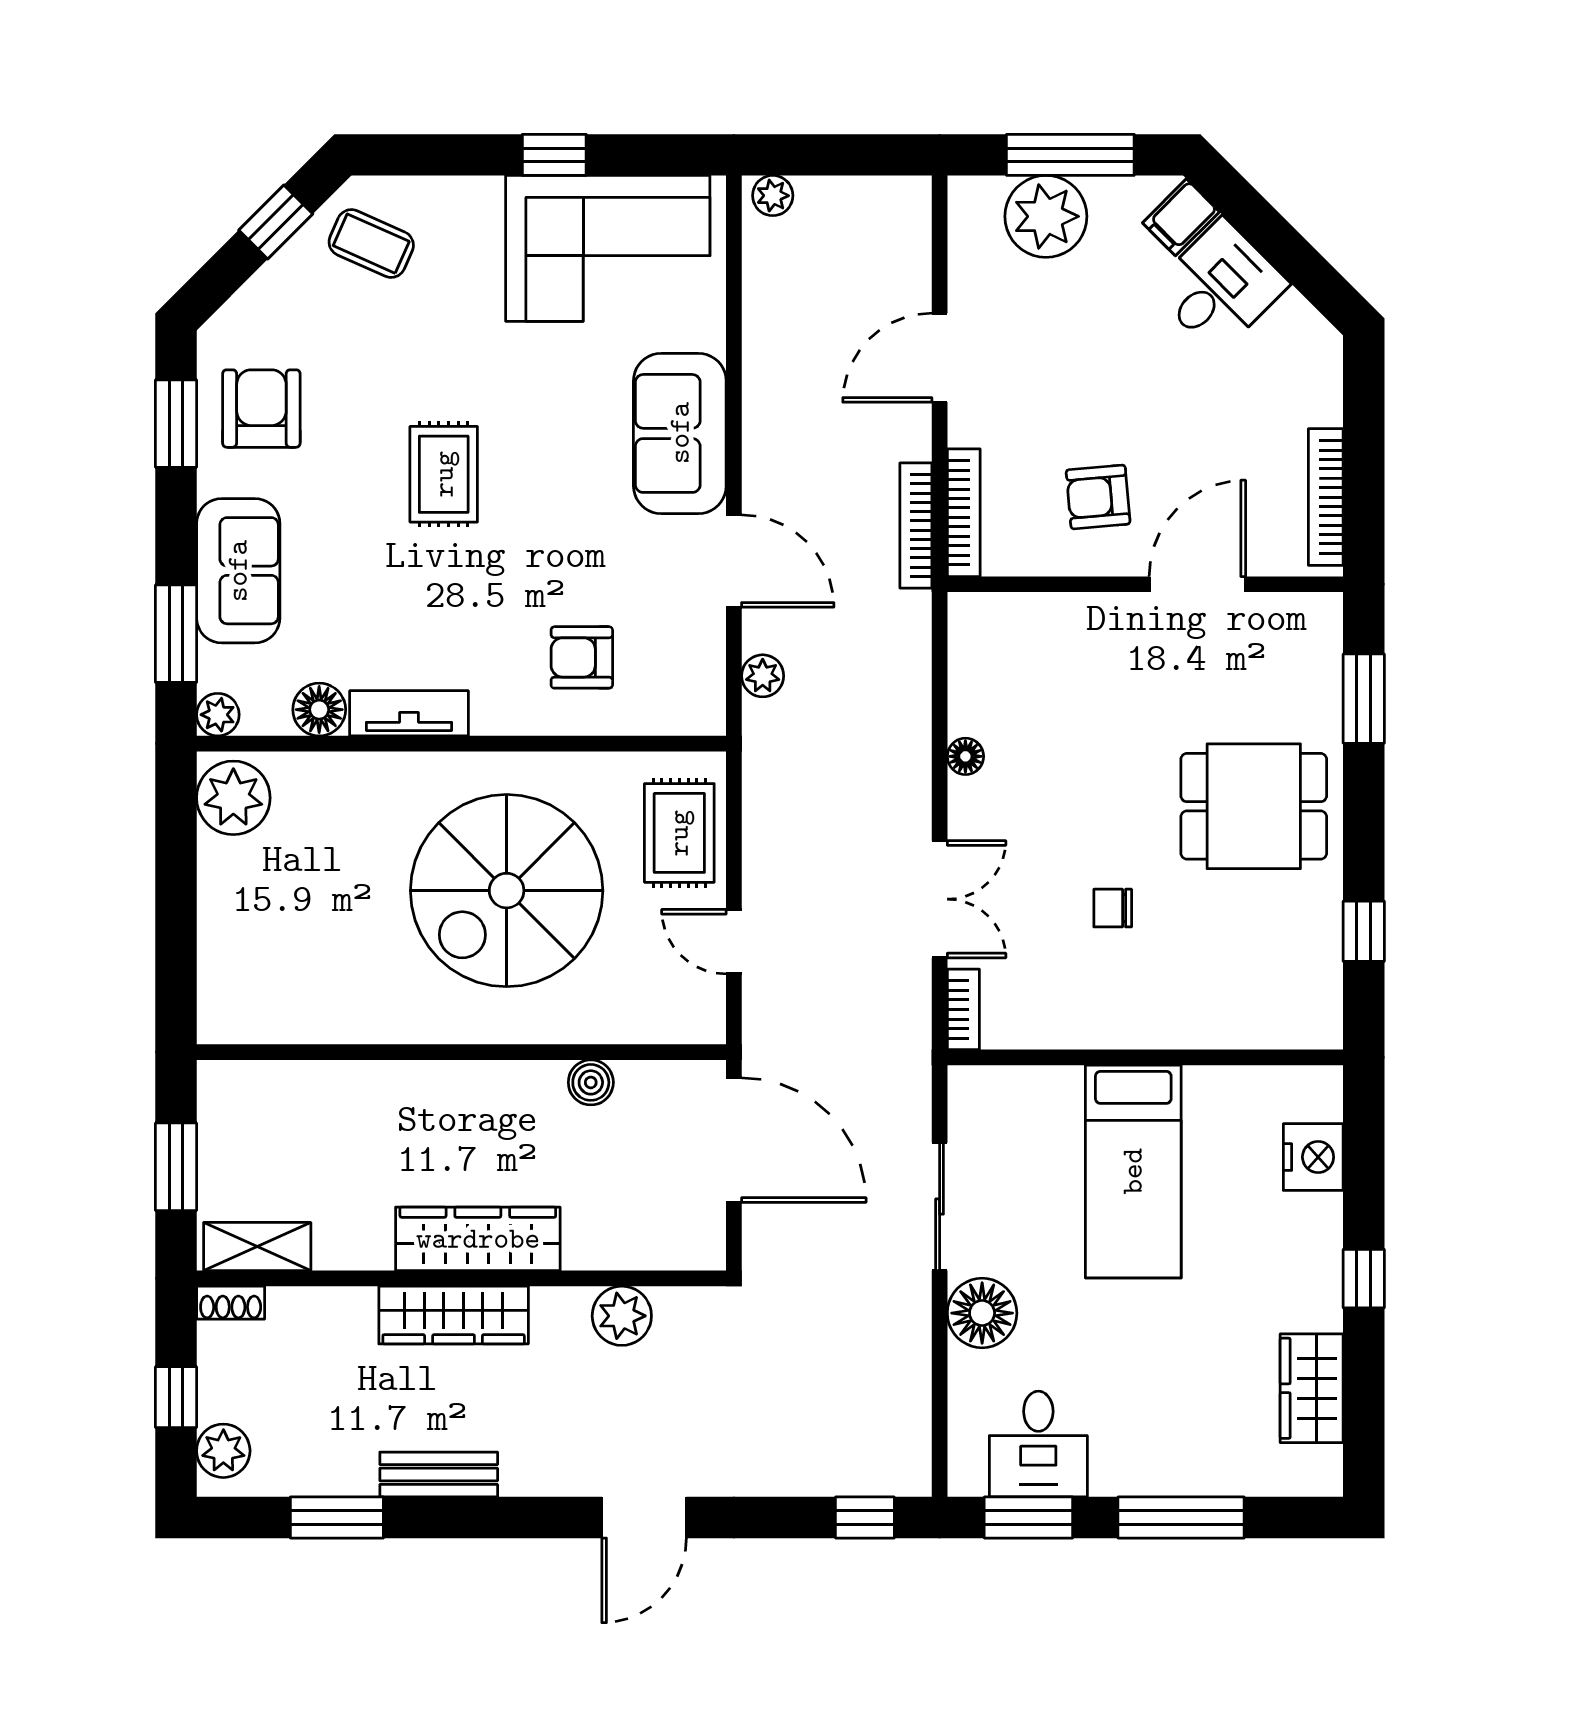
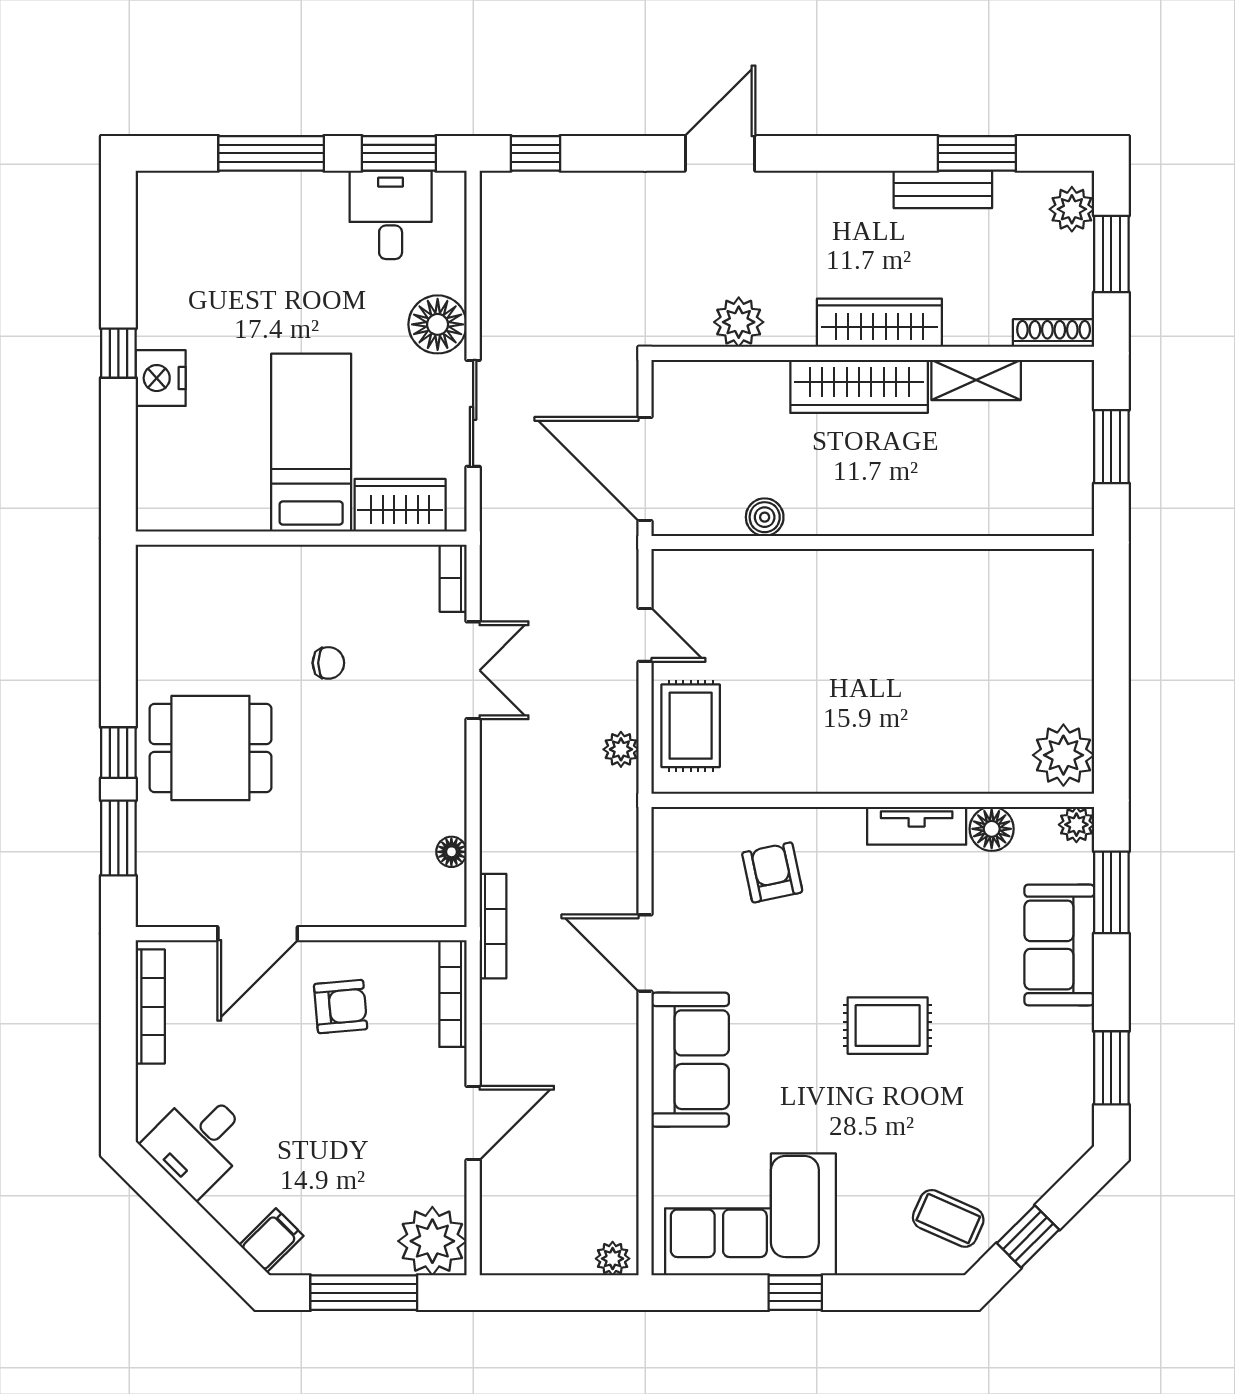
plant: (1046, 216) -> (432, 1241), moved
desk: (1220, 287) -> (198, 1142), moved
armchair: (261, 409) -> (1040, 1081), removed
rug: (444, 474) -> (888, 1026), turned 90
bookcase: (916, 526) -> (493, 926), moved
armchair: (582, 657) -> (772, 872), turned -102
plant: (763, 676) -> (621, 749), moved
floor lamp: (965, 756) -> (451, 852), moved
spiral stairs: (507, 891) -> (835, 678), removed
double door: (940, 899) -> (473, 670), swing flipped
window: (1364, 931) -> (118, 753), moved
nightstand: (1313, 1157) -> (161, 378), moved
shelving: (257, 1247) -> (976, 380), moved
shoe rack: (231, 1303) -> (1054, 333), width x1.43
wardrobe: (1312, 1388) -> (400, 505), moved, turned -90
window: (176, 1397) -> (1111, 254), width x1.50
bench: (439, 1474) -> (943, 189), moved

